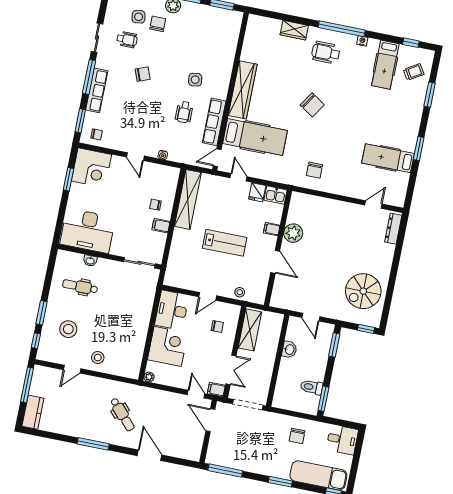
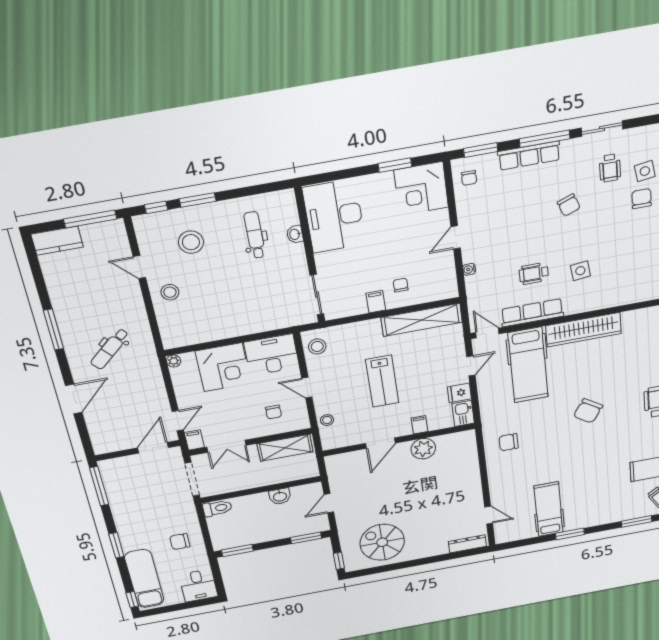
chair: (158, 24) -> (642, 199), turned -90
stool: (179, 277) -> (317, 346), added
toilet: (312, 387) -> (217, 508), moved, turned 90

